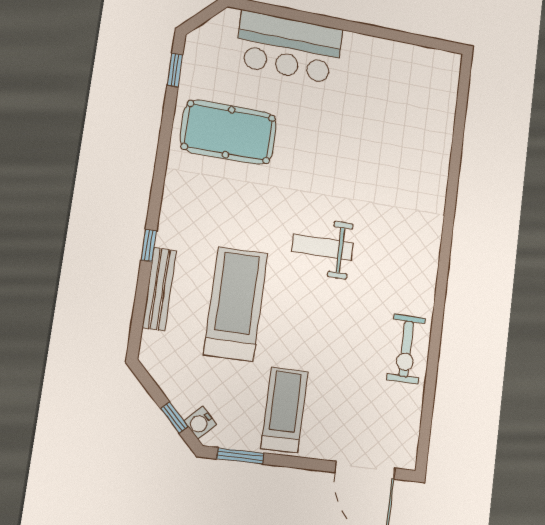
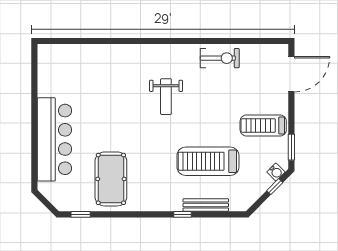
bar counter: (289, 47) -> (54, 139), width x1.36
weight bench: (322, 247) -> (166, 97), moved

